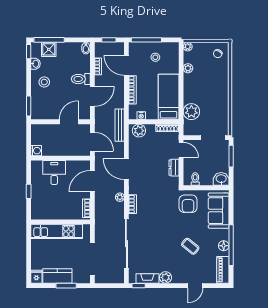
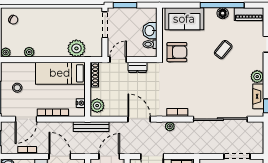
door: (126, 169) -> (139, 119), swing flipped
washbasin: (221, 179) -> (150, 31), moved
doorway: (92, 259) -> (237, 156), width x0.73

